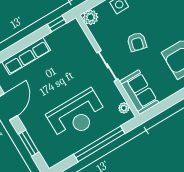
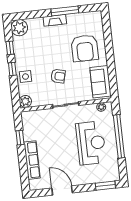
window: (57, 24) -> (20, 138), moved
sofa: (139, 92) -> (100, 82), moved, turned -90
window: (29, 143) -> (105, 186), moved

